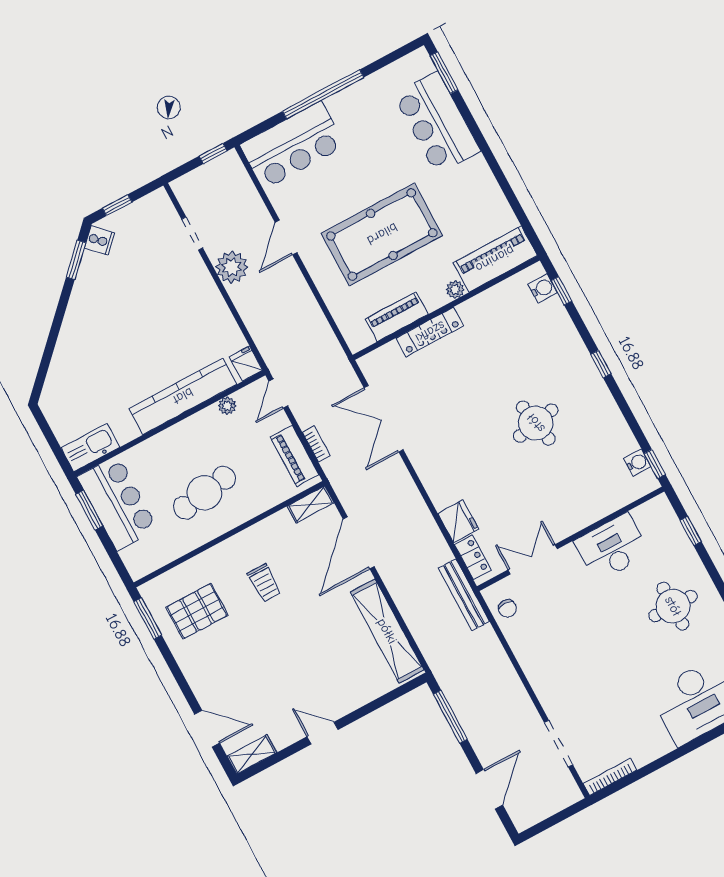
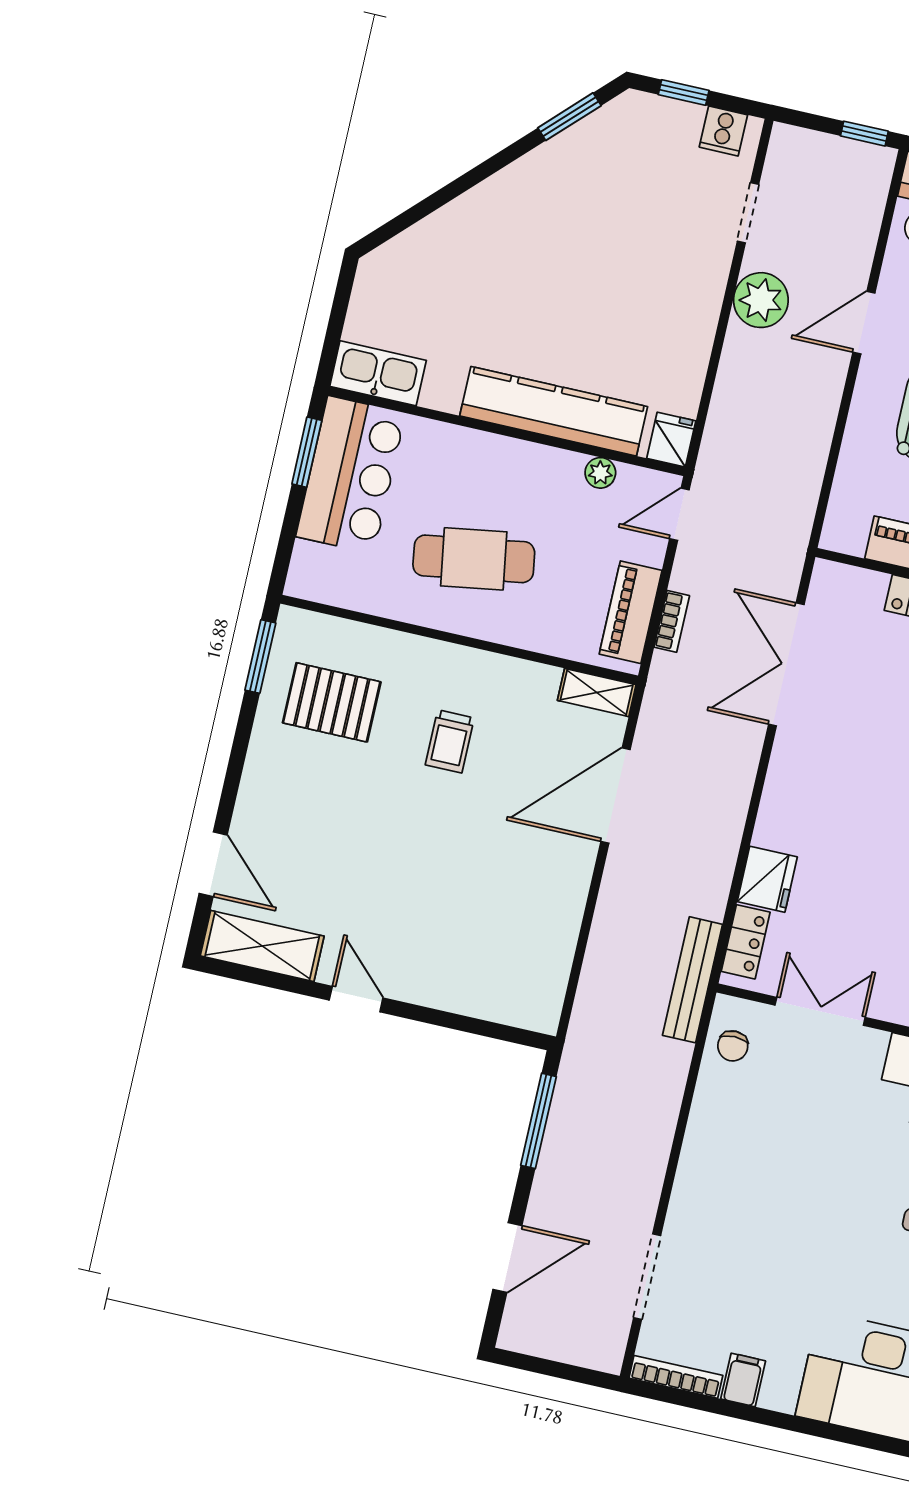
cooker: (99, 240) -> (723, 131), moved, turned 45
shelving: (387, 631) -> (553, 940), removed
filing cabinet: (641, 752) -> (743, 1380), added
shelving: (252, 754) -> (262, 946), width x1.50, depth x1.33

